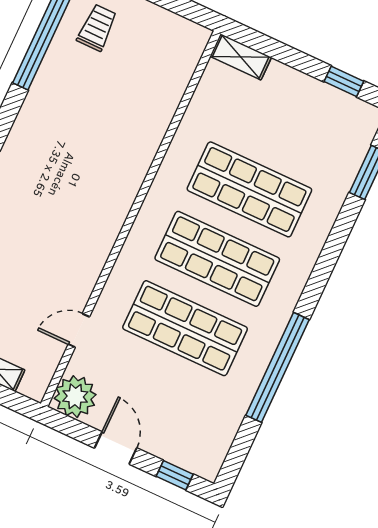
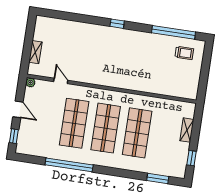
shelving: (241, 57) -> (187, 130), moved
plant: (75, 397) -> (30, 82), width x0.53, depth x0.53
door: (116, 448) -> (18, 109), hinge flipped

